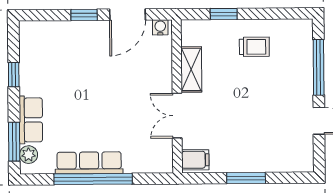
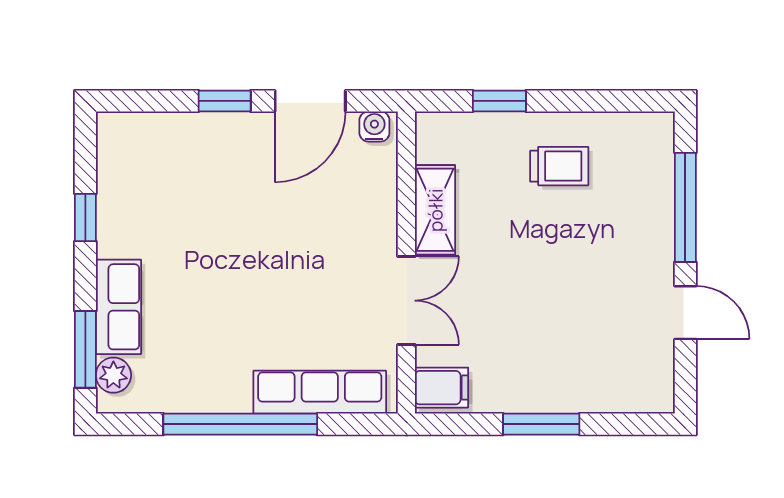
double door: (177, 116) -> (406, 301), swing flipped
row of seats: (89, 163) -> (320, 392), moved

